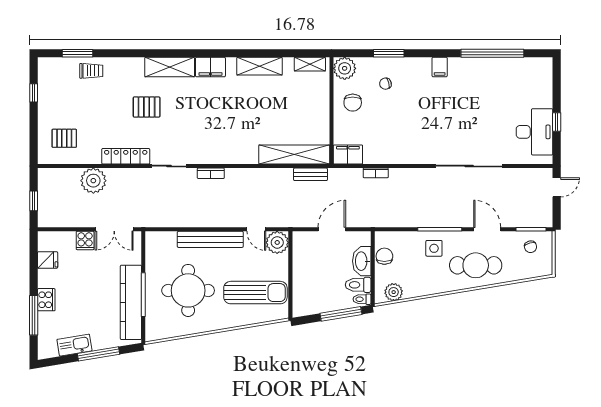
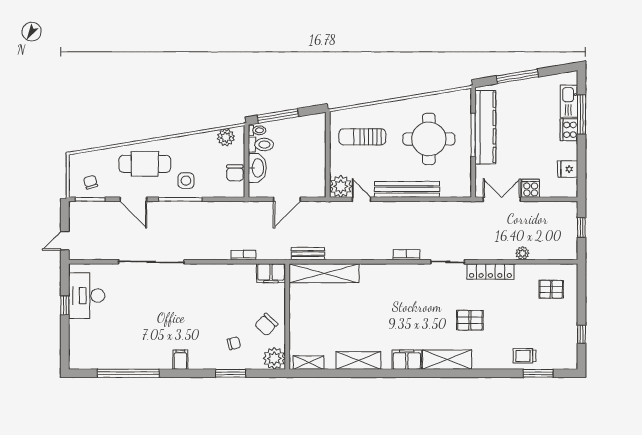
chair: (353, 103) -> (266, 325), turned -137
plant: (93, 181) -> (522, 253), width x0.53, depth x0.53
sun lounger: (255, 293) -> (362, 137), width x0.73, depth x0.75
kitchen sink: (74, 345) -> (569, 101), moved, turned 99

